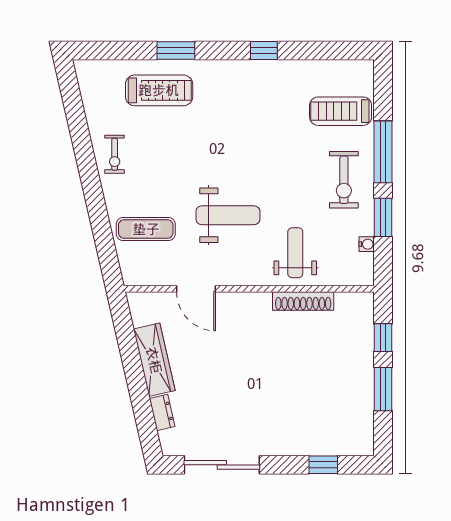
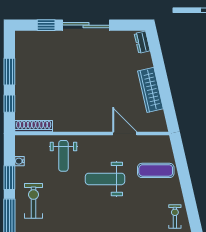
shoe rack: (303, 301) -> (34, 126), moved
dresser: (162, 413) -> (142, 42), moved
sliding door: (222, 465) -> (86, 25), moved

